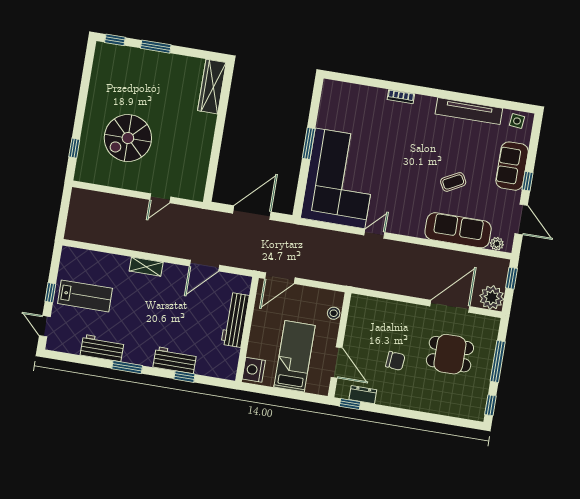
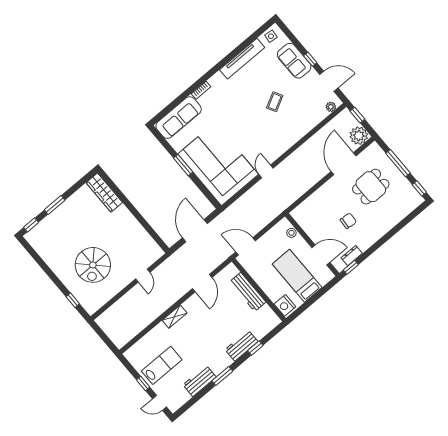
sofa: (458, 230) -> (179, 118), moved, turned 180
door: (280, 278) -> (246, 246), swing flipped

